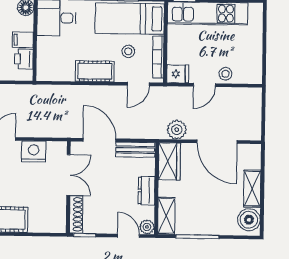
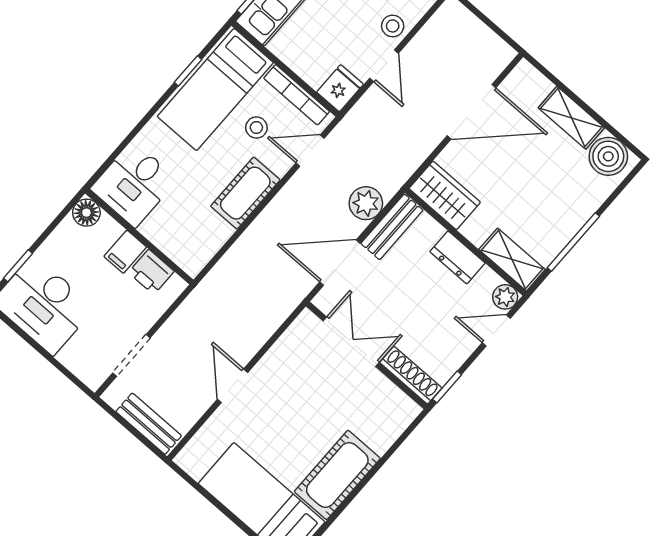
door: (138, 84) -> (310, 151), swing flipped
plant: (177, 130) -> (366, 203), moved
nightstand: (34, 152) -> (282, 361), removed

